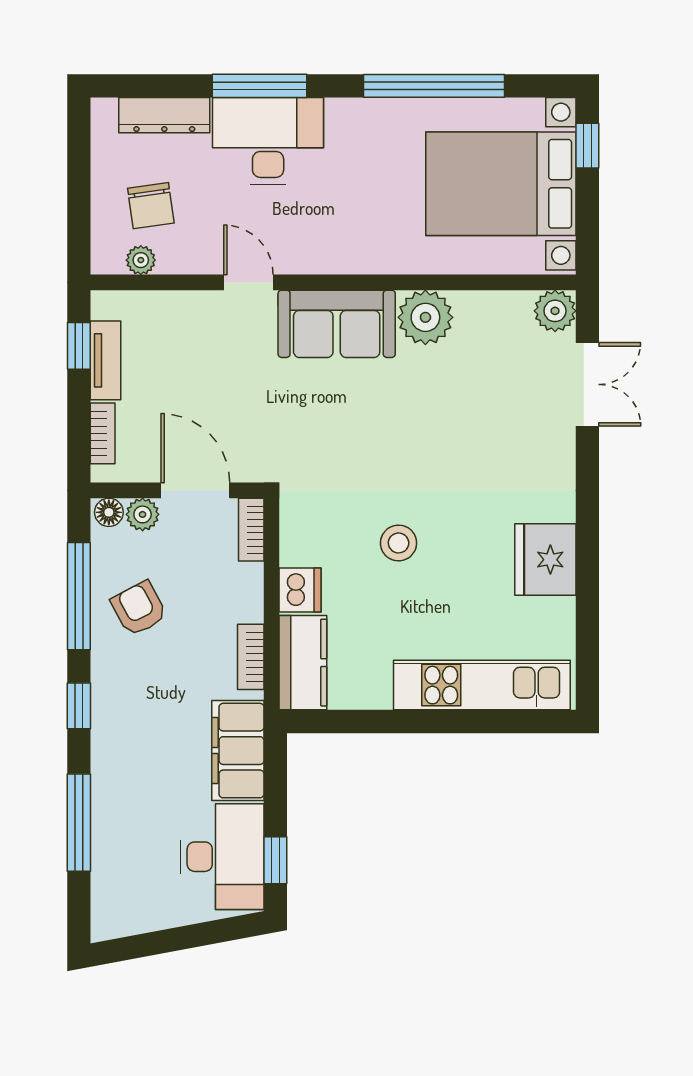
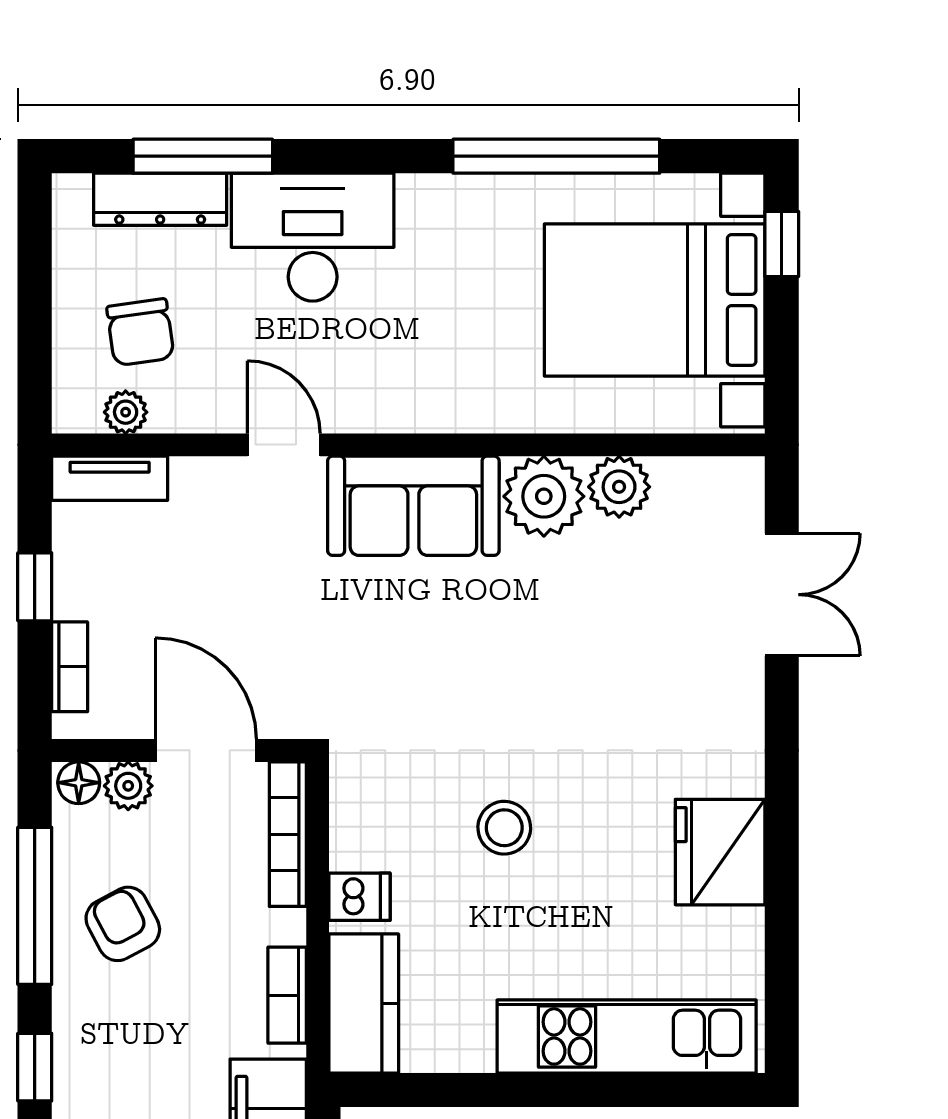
window: (259, 86) -> (203, 156), moved
plant: (555, 311) -> (619, 487), moved
window: (79, 346) -> (35, 587), moved
tv unit: (106, 360) -> (110, 478), moved, turned 90
bookcase: (251, 530) -> (288, 834), width x1.56
dishwasher: (300, 590) -> (360, 897), width x0.73

